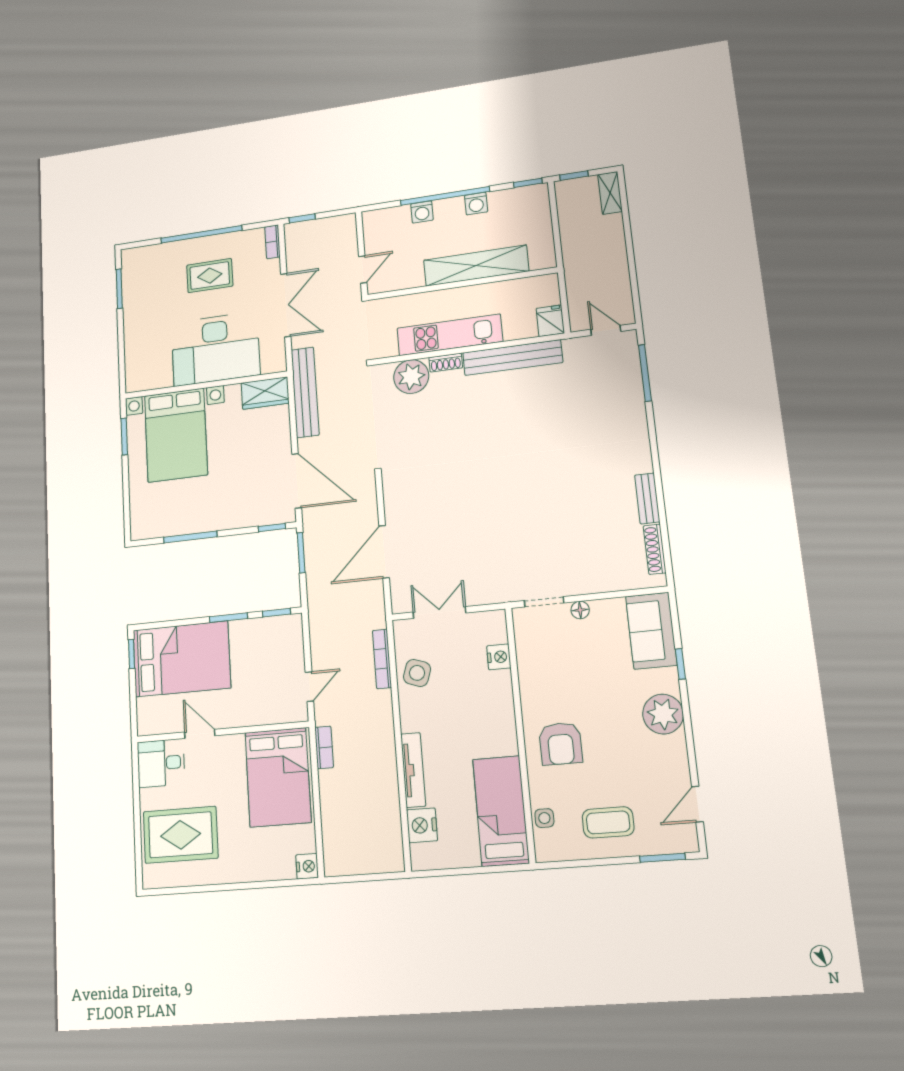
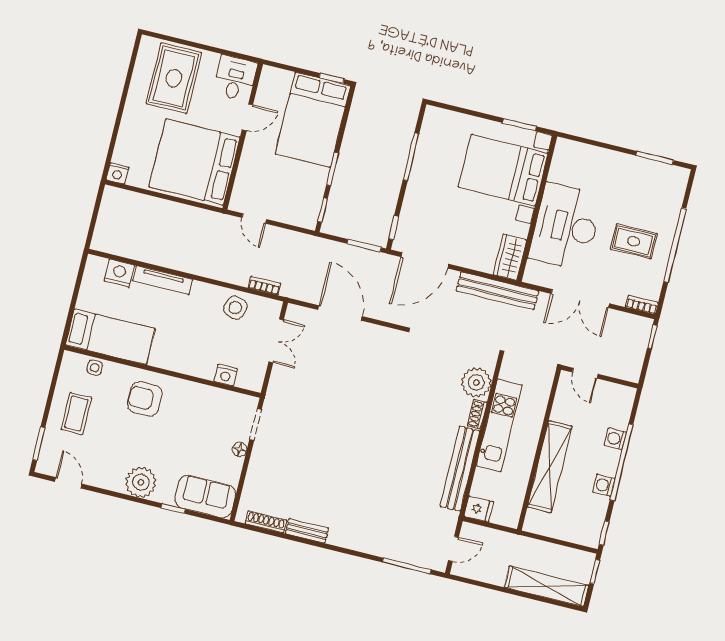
shelving: (610, 193) -> (547, 586), width x2.20, depth x1.33
rug: (210, 276) -> (634, 241), turned 90
bookcase: (382, 659) -> (264, 286), width x0.64
bookcase: (324, 747) -> (203, 215), removed
bed: (278, 777) -> (195, 162), width x1.36

